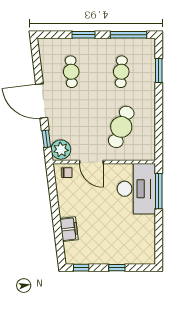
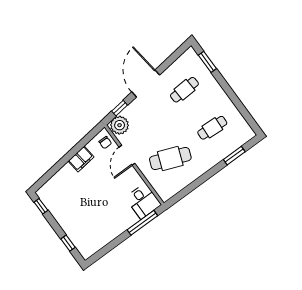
window: (84, 35) -> (207, 62), moved
window: (129, 35) -> (245, 113), removed
desk: (136, 189) -> (143, 201), width x0.53, depth x0.77
filing cabinet: (69, 229) -> (81, 159), moved
window: (117, 268) -> (68, 243), moved

